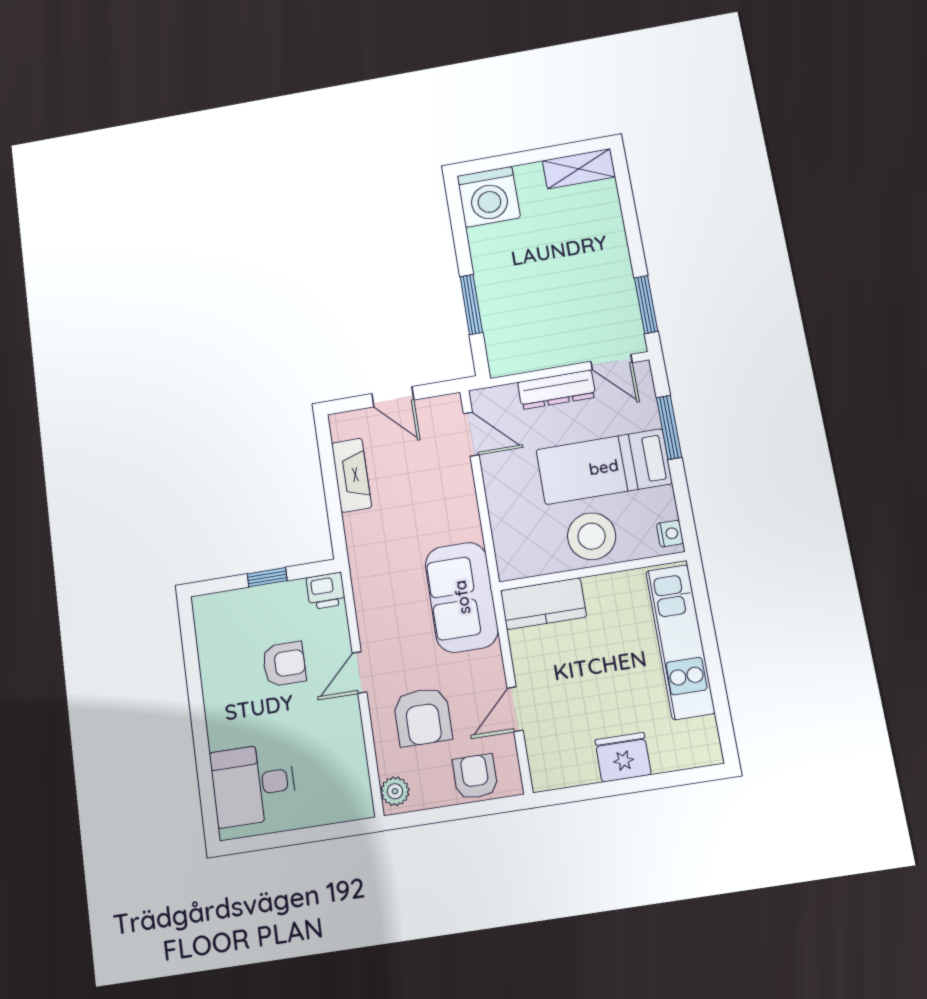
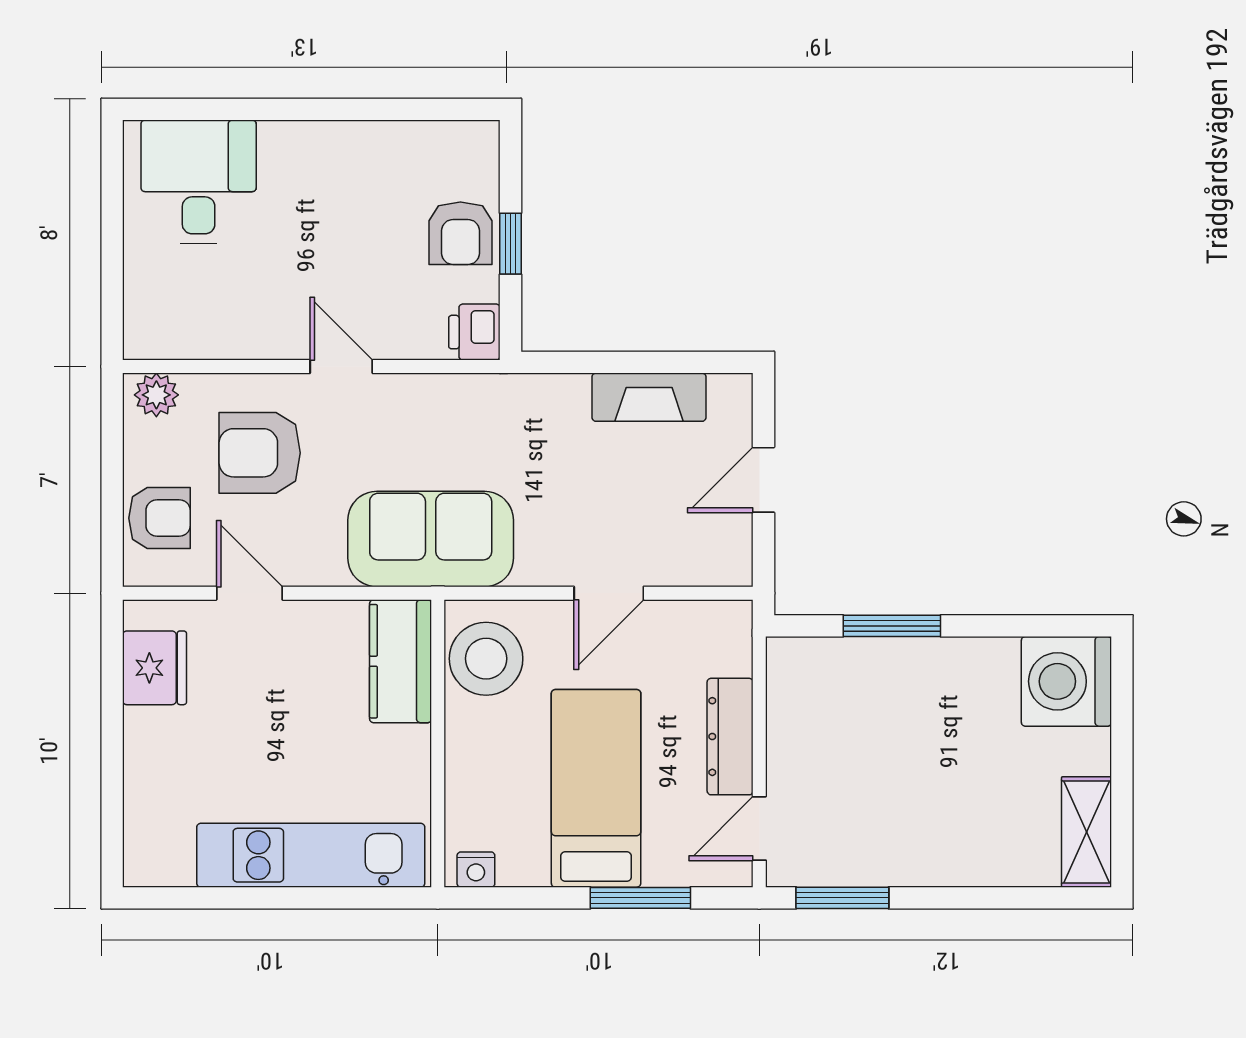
door: (471, 434) -> (609, 593), moved
stool: (592, 536) -> (486, 659), moved
armchair: (284, 664) -> (460, 233), moved
fridge: (623, 757) -> (154, 668), moved

